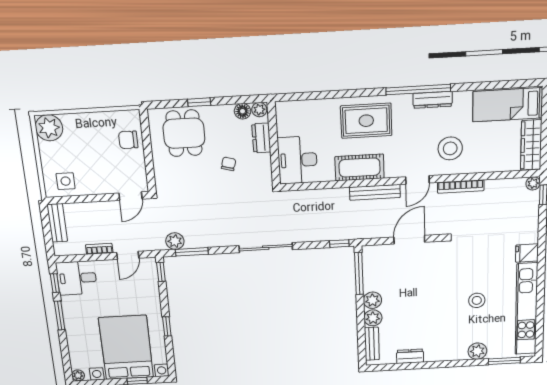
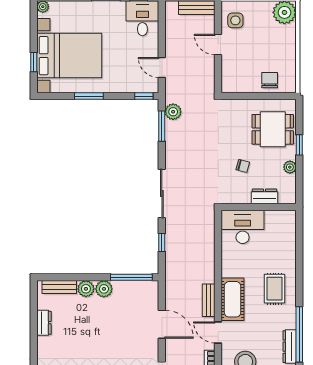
plant: (259, 110) -> (290, 167), moved
floor lamp: (243, 111) -> (289, 182), removed
rug: (366, 121) -> (275, 289), width x0.73, depth x0.70
cot: (360, 167) -> (233, 299), moved
bench: (375, 192) -> (209, 300), width x0.73
door: (130, 196) -> (218, 45), moved
window: (339, 244) -> (162, 242), moved
bookcase: (99, 249) -> (170, 42), removed
window: (167, 326) -> (89, 96), width x1.50

